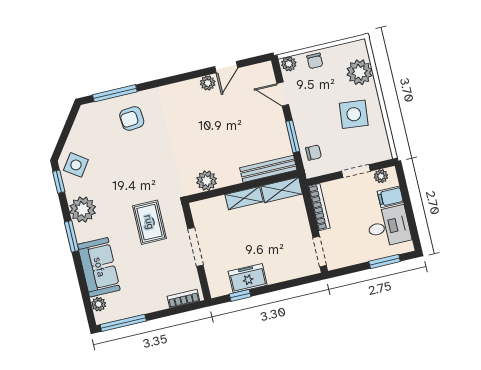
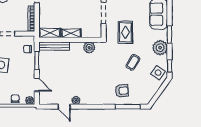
door: (226, 67) -> (64, 107), swing flipped
coffee table: (124, 173) -> (133, 62), added

